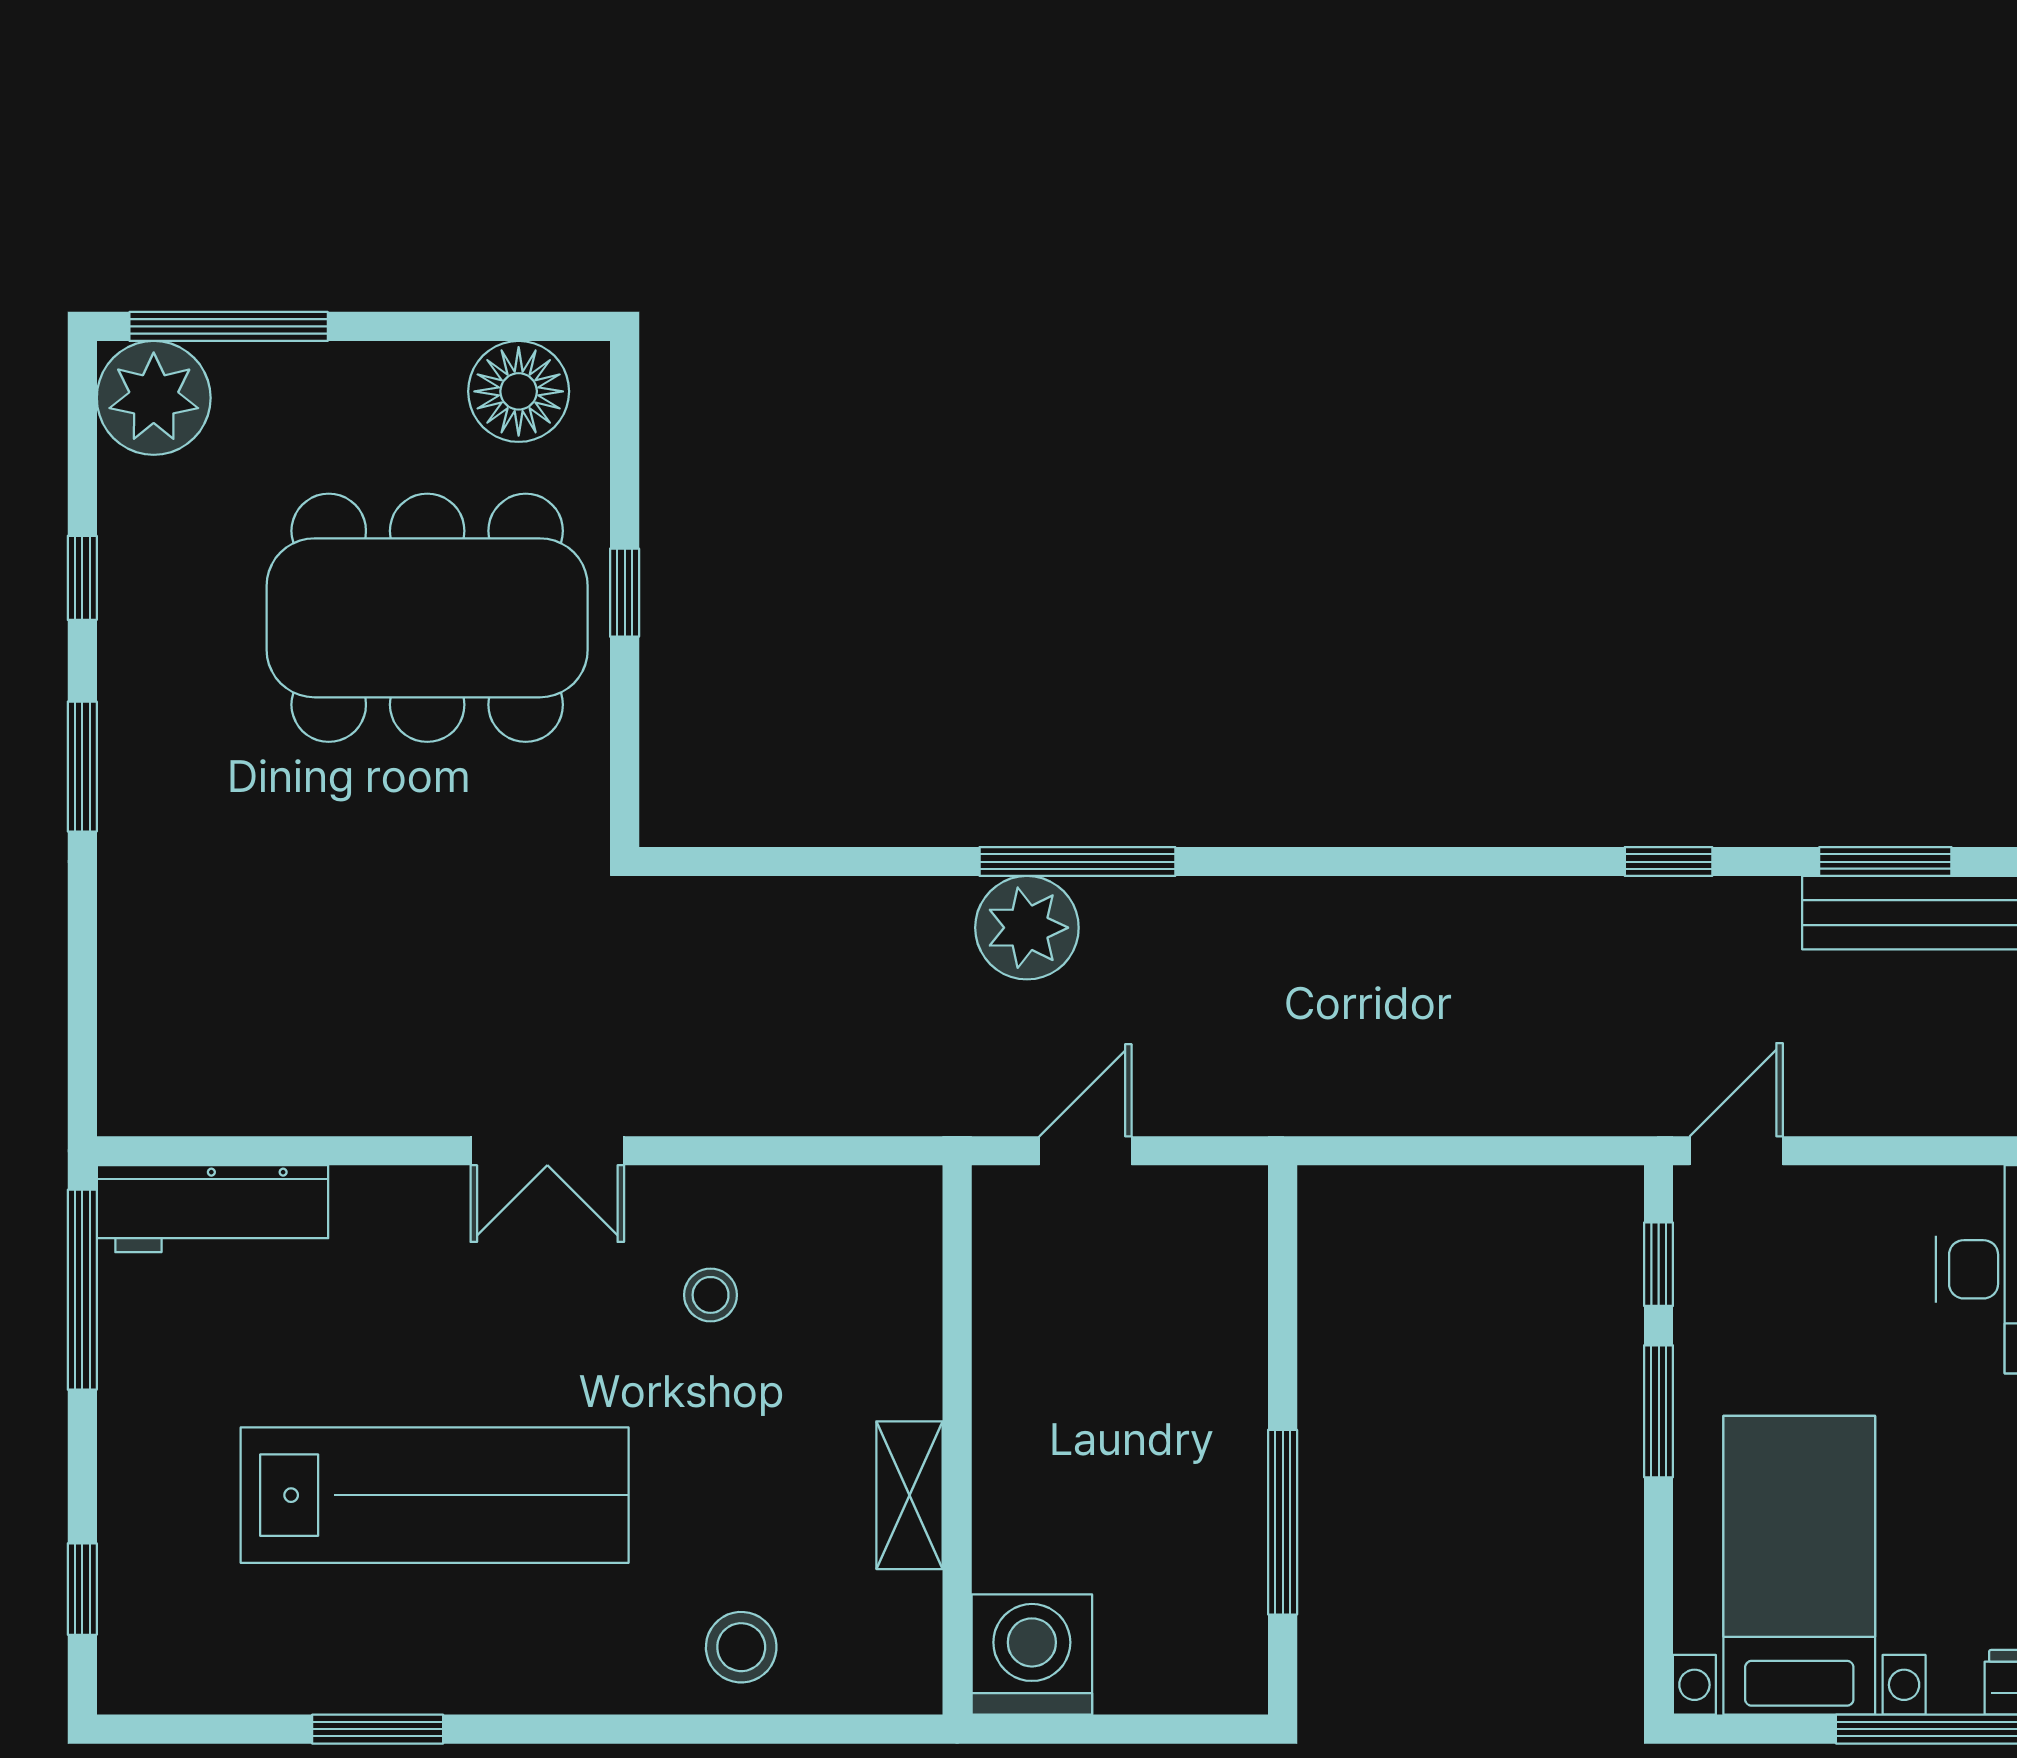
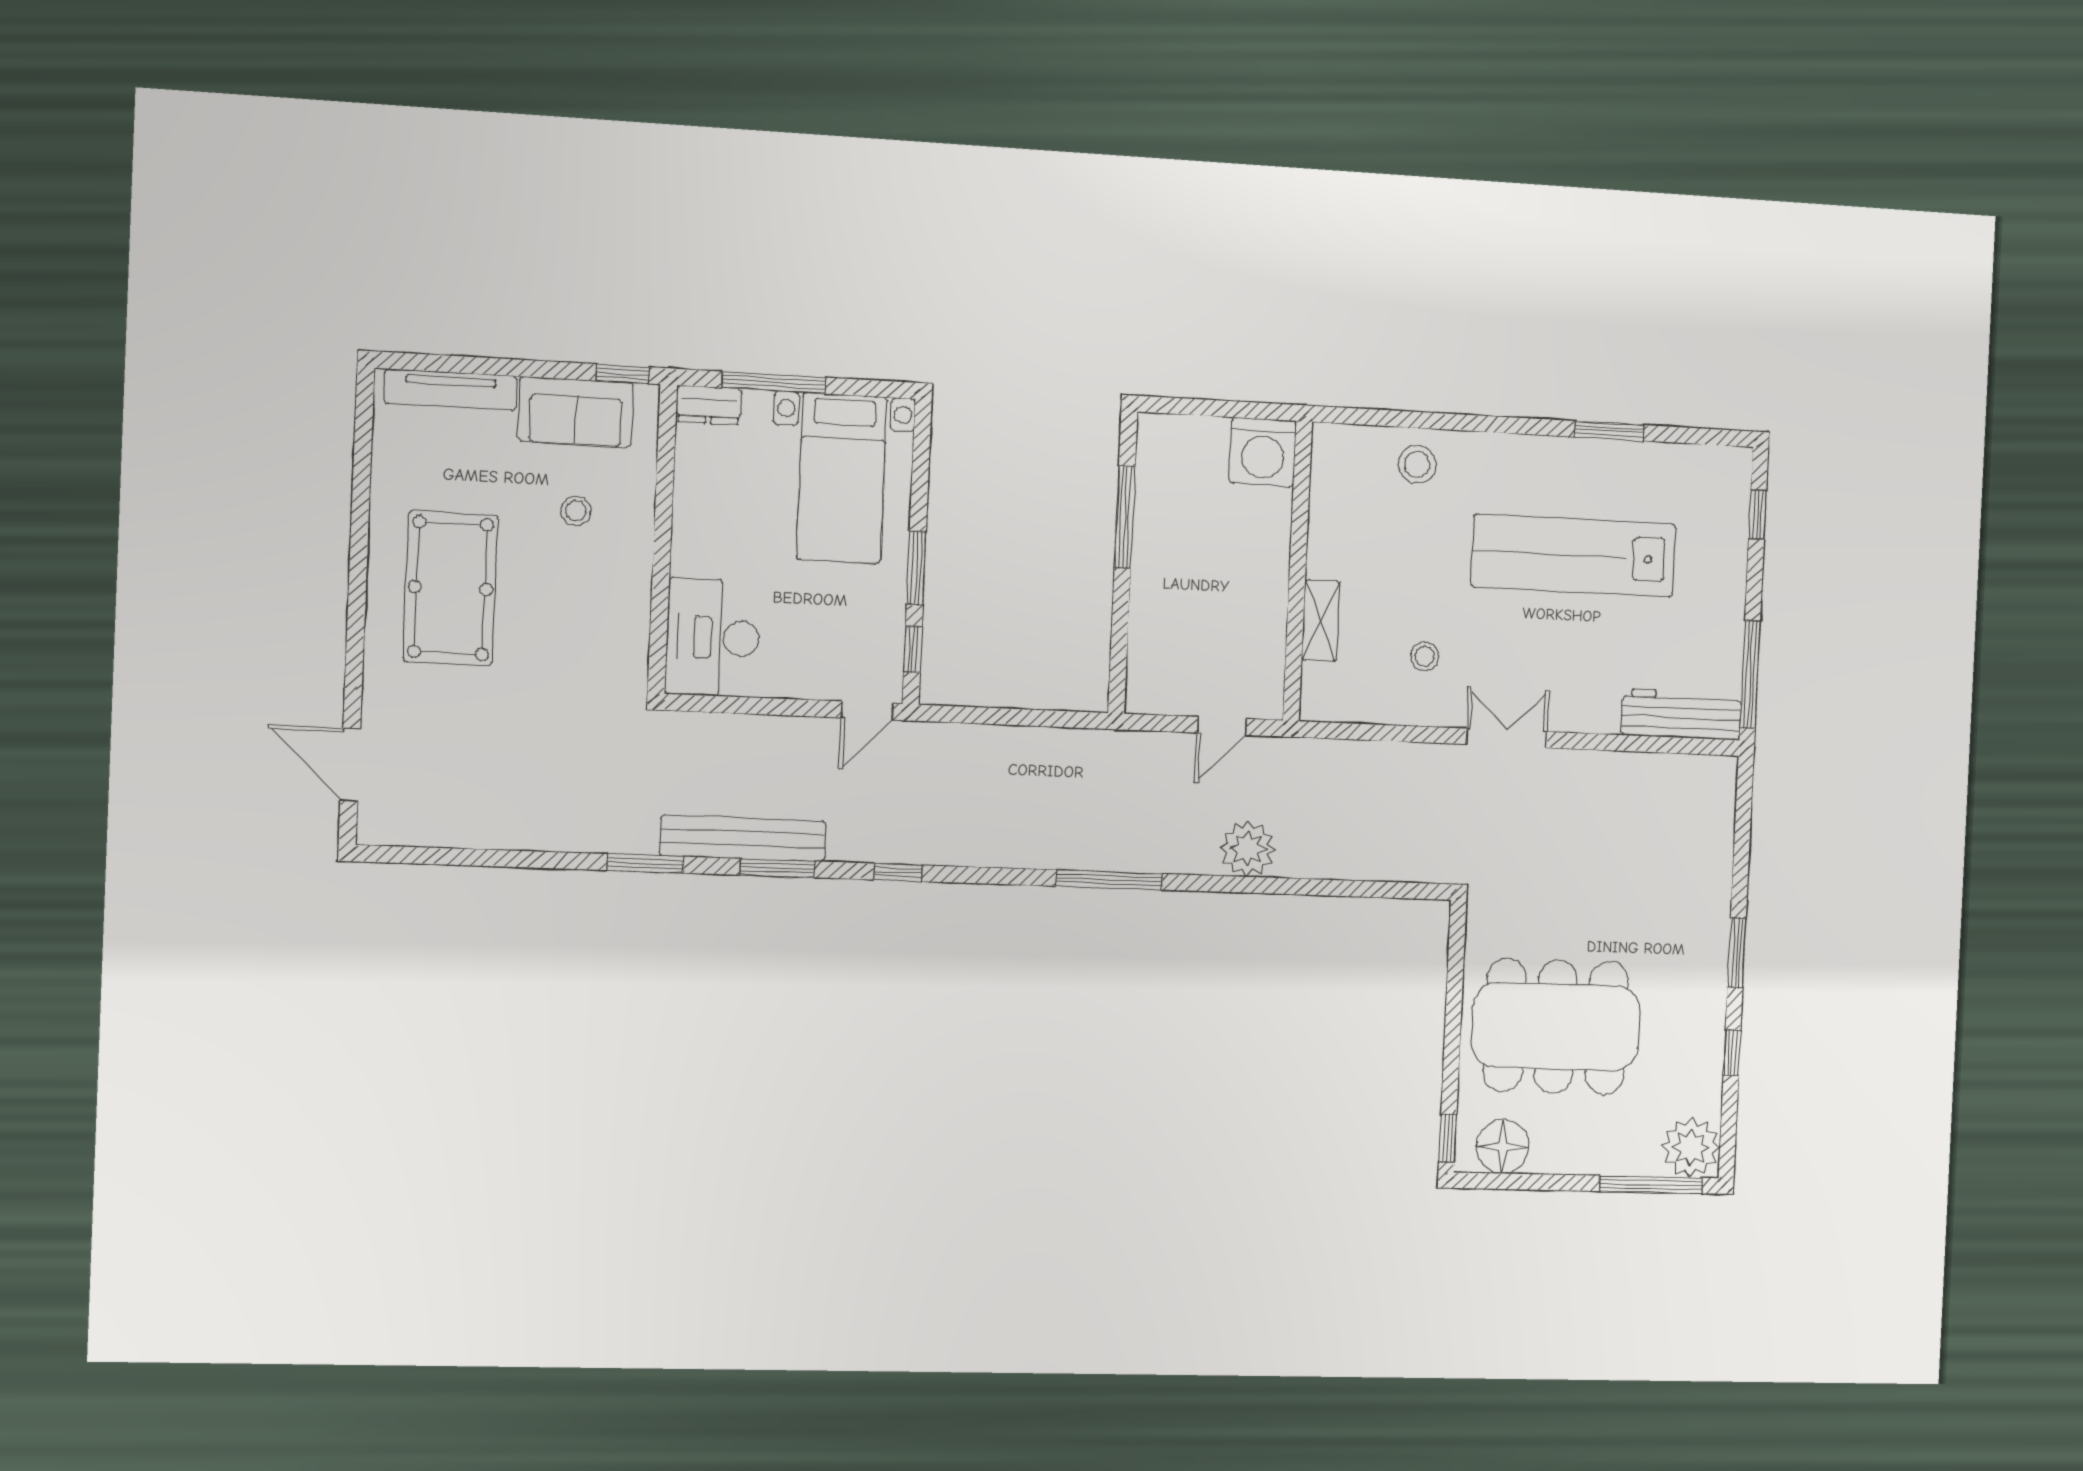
window: (625, 593) -> (1448, 1138), moved
window: (1077, 862) -> (1110, 880), moved
shelving: (909, 1495) -> (1321, 621), moved

